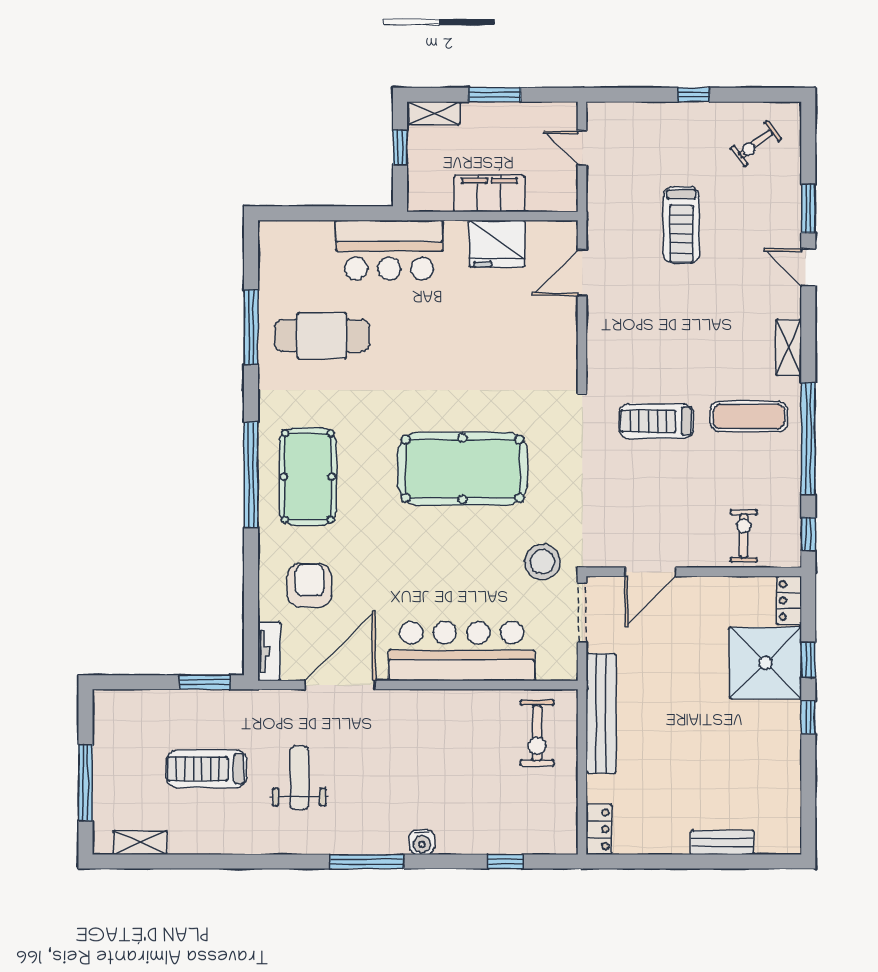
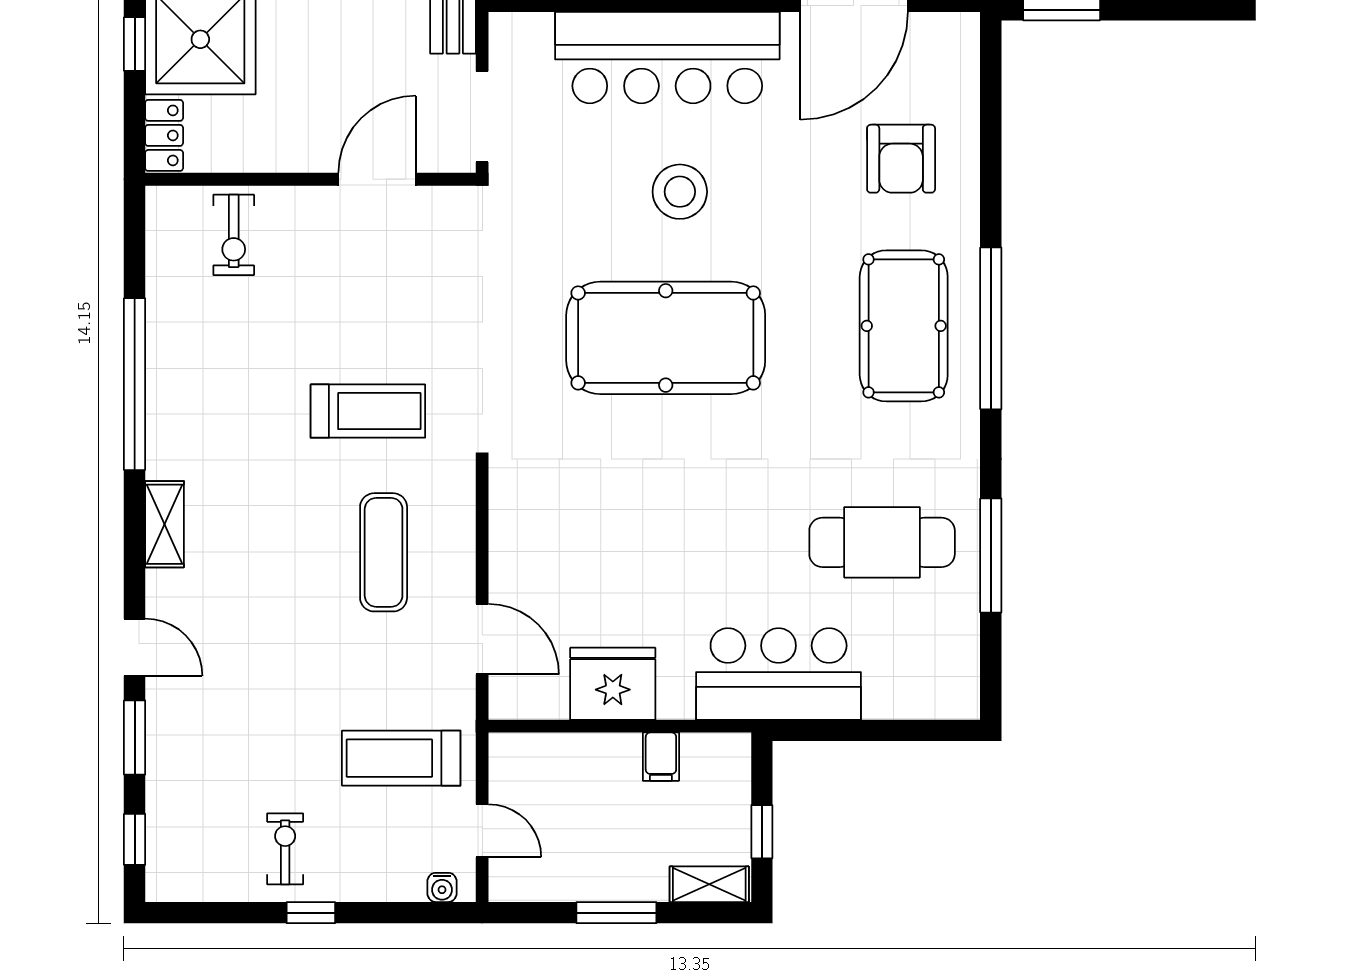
water cooler: (608, 111) -> (442, 887), added
exercise bike: (756, 144) -> (285, 849), moved, turned -53
filing cabinet: (489, 194) -> (661, 757), width x0.33, depth x0.86
treadmill: (681, 225) -> (401, 758), moved, turned -90
door: (582, 273) -> (482, 639), hinge flipped
exercise mat: (749, 416) -> (384, 552), moved, turned 90
window: (808, 534) -> (135, 839), moved
stool: (542, 562) -> (680, 192), moved
tv unit: (269, 651) -> (963, 57), removed

